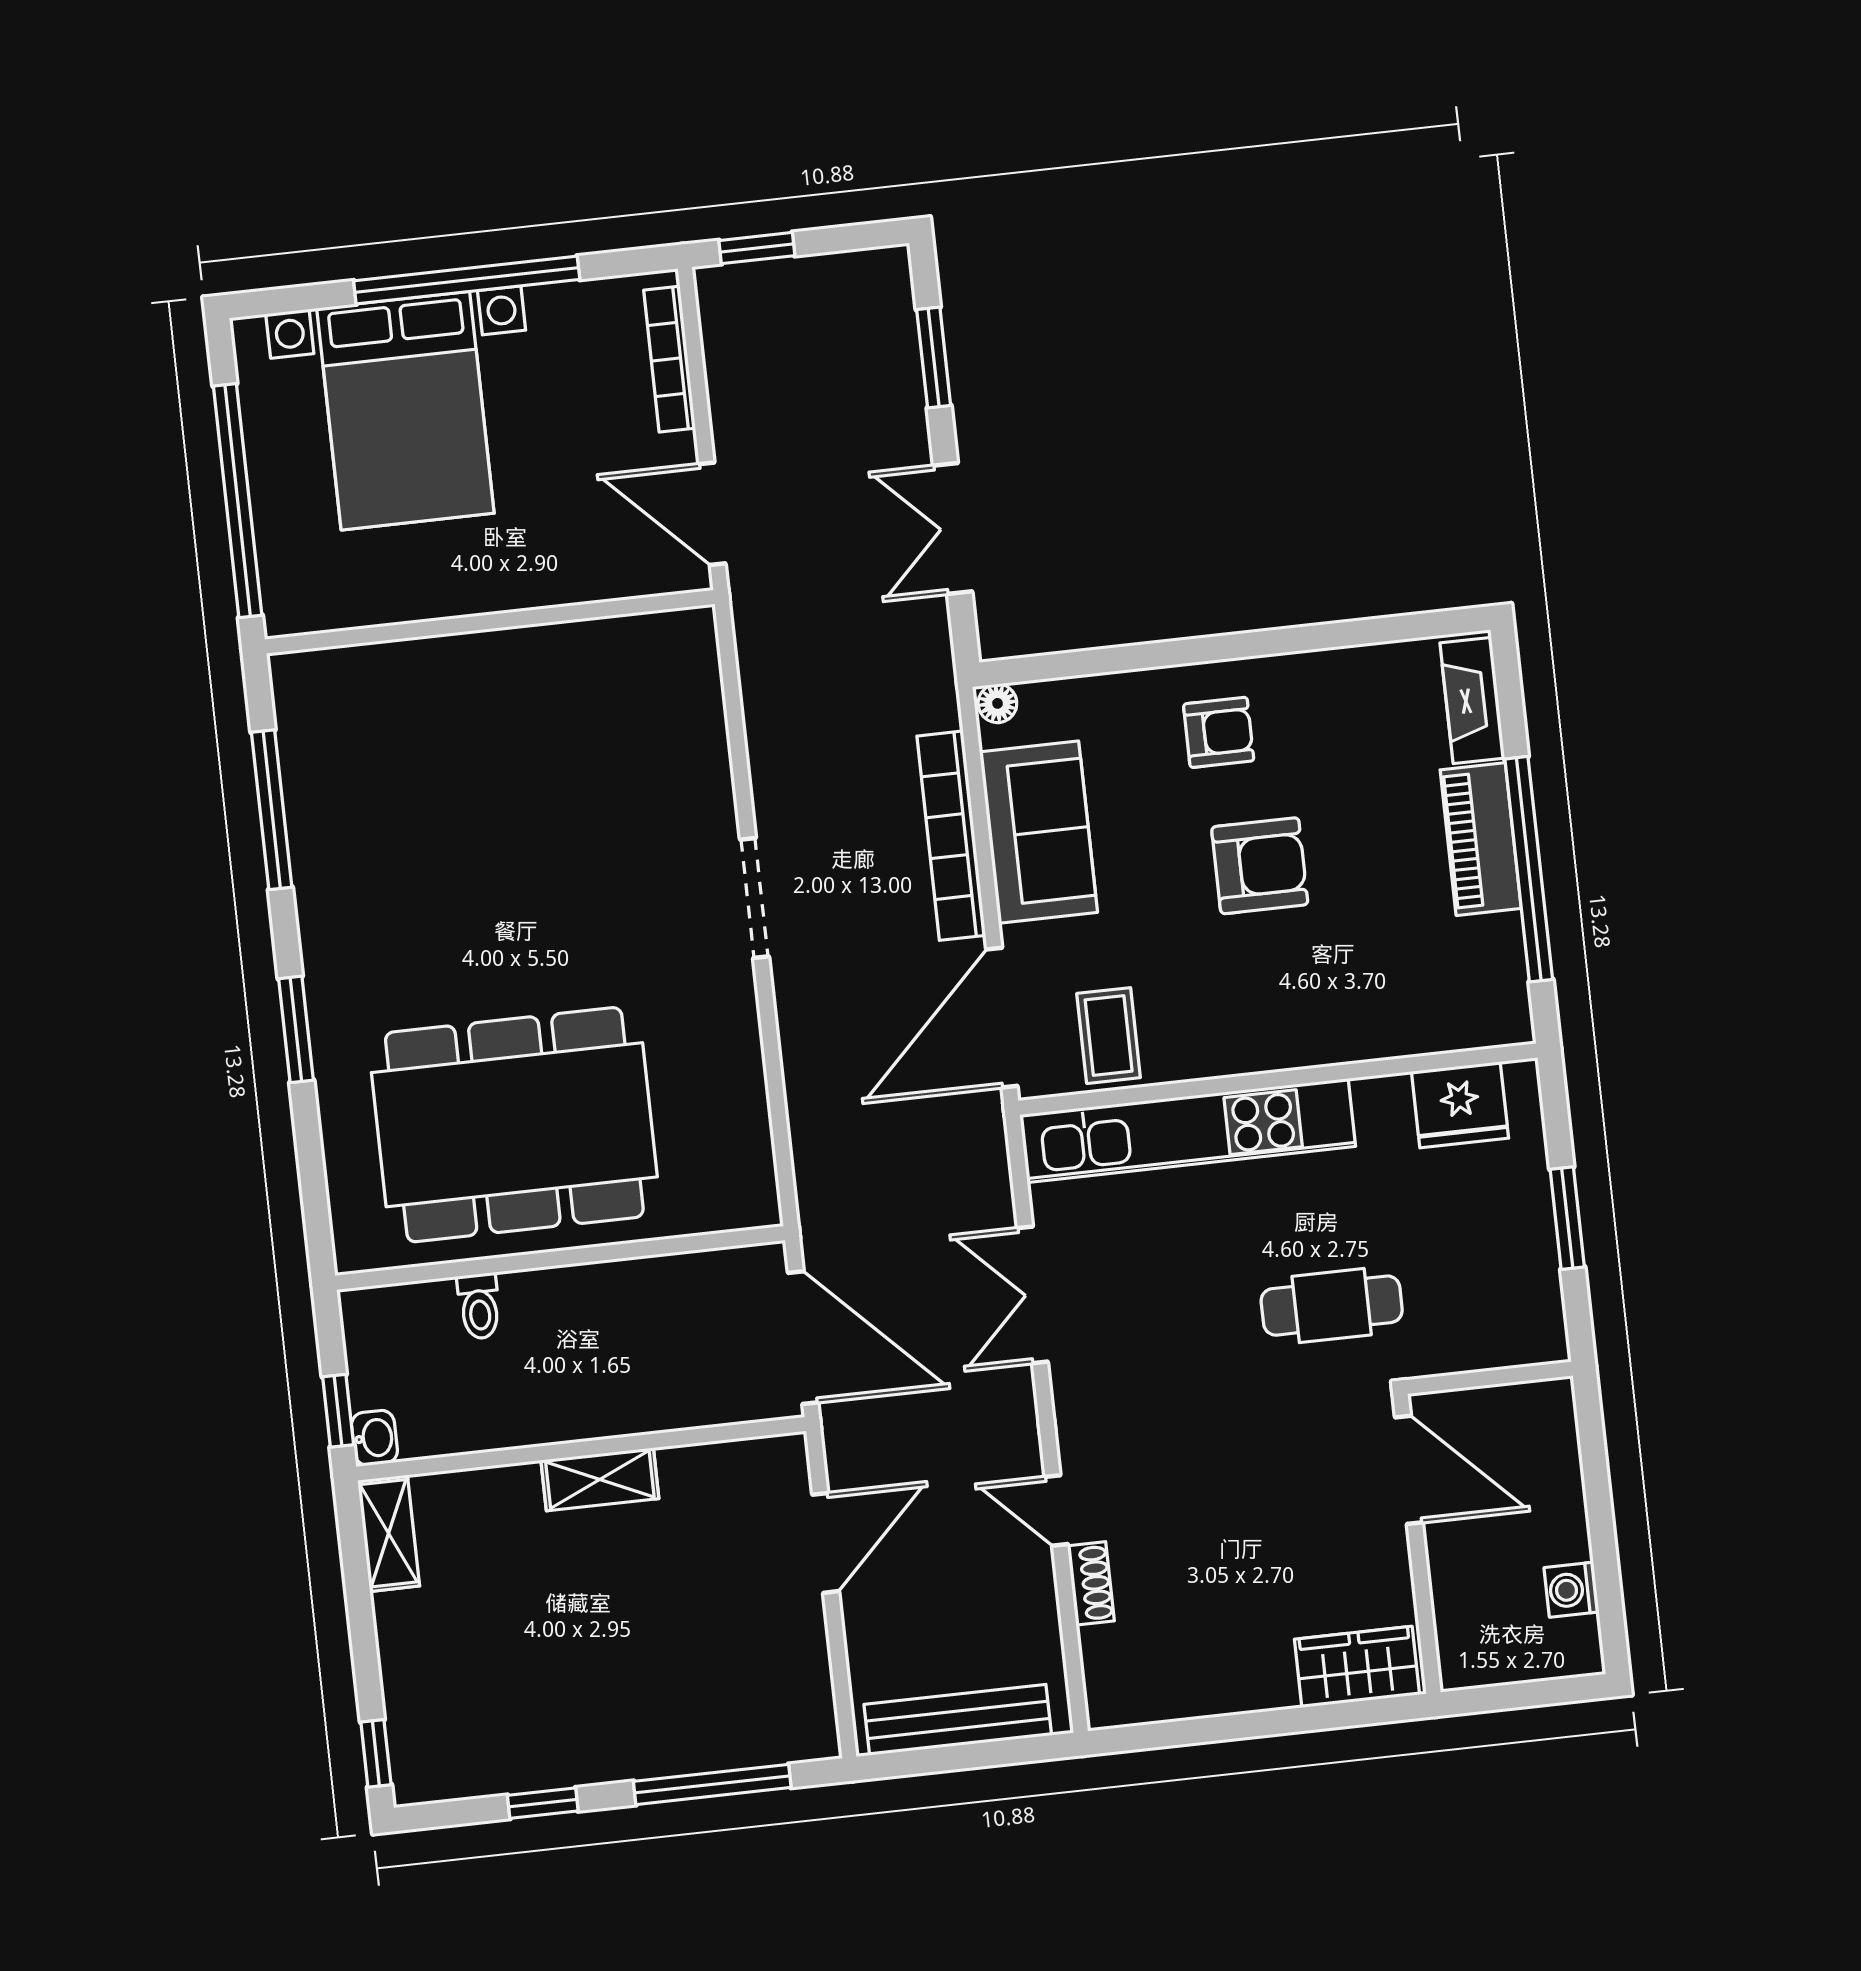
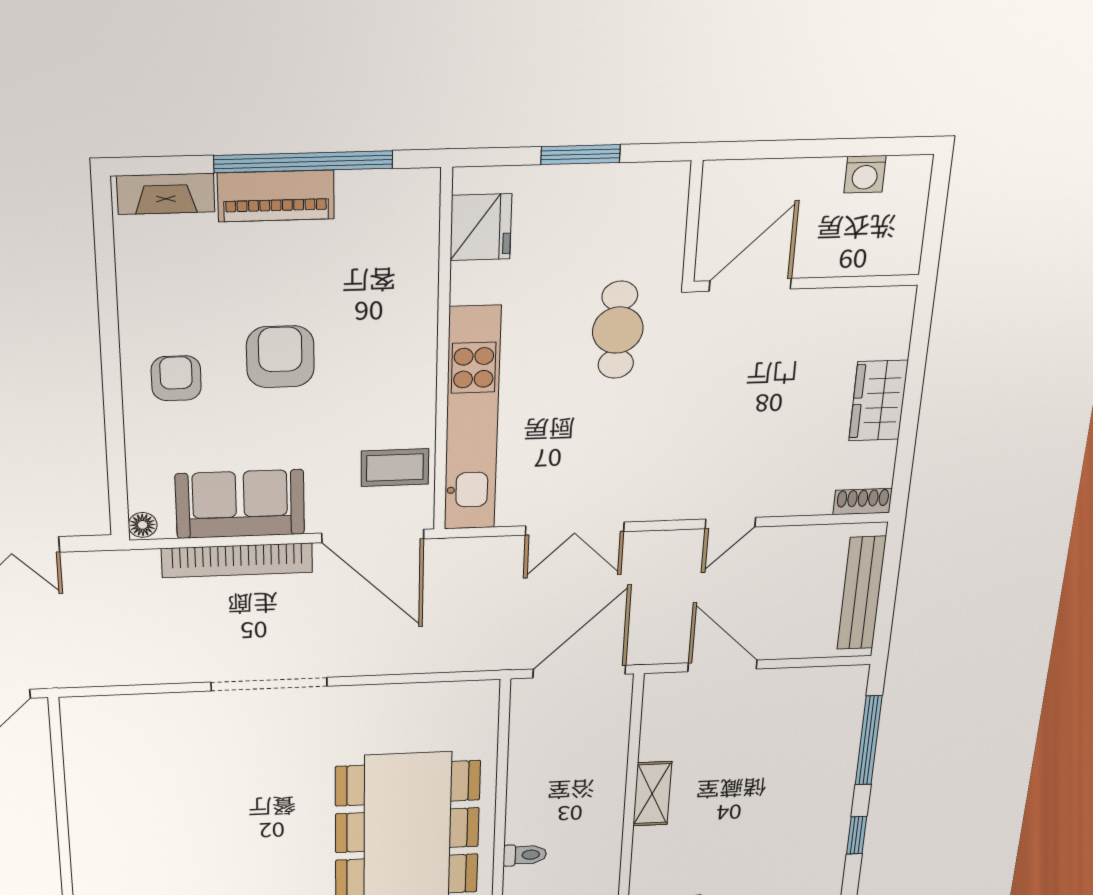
doorway: (754, 898) -> (269, 684), width x1.36
shoe rack: (1091, 1583) -> (863, 501), moved
wardrobe: (1357, 1667) -> (878, 401), moved

